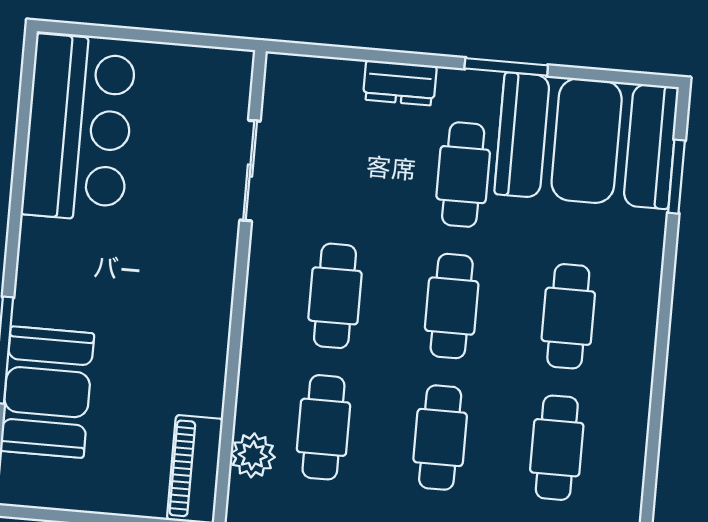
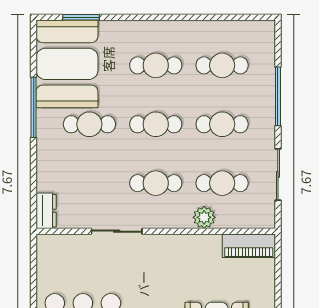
window: (506, 67) -> (34, 107), width x1.44
dresser: (400, 83) -> (46, 211), moved
sliding door: (250, 171) -> (117, 231), moved
plant: (253, 455) -> (204, 217), moved

